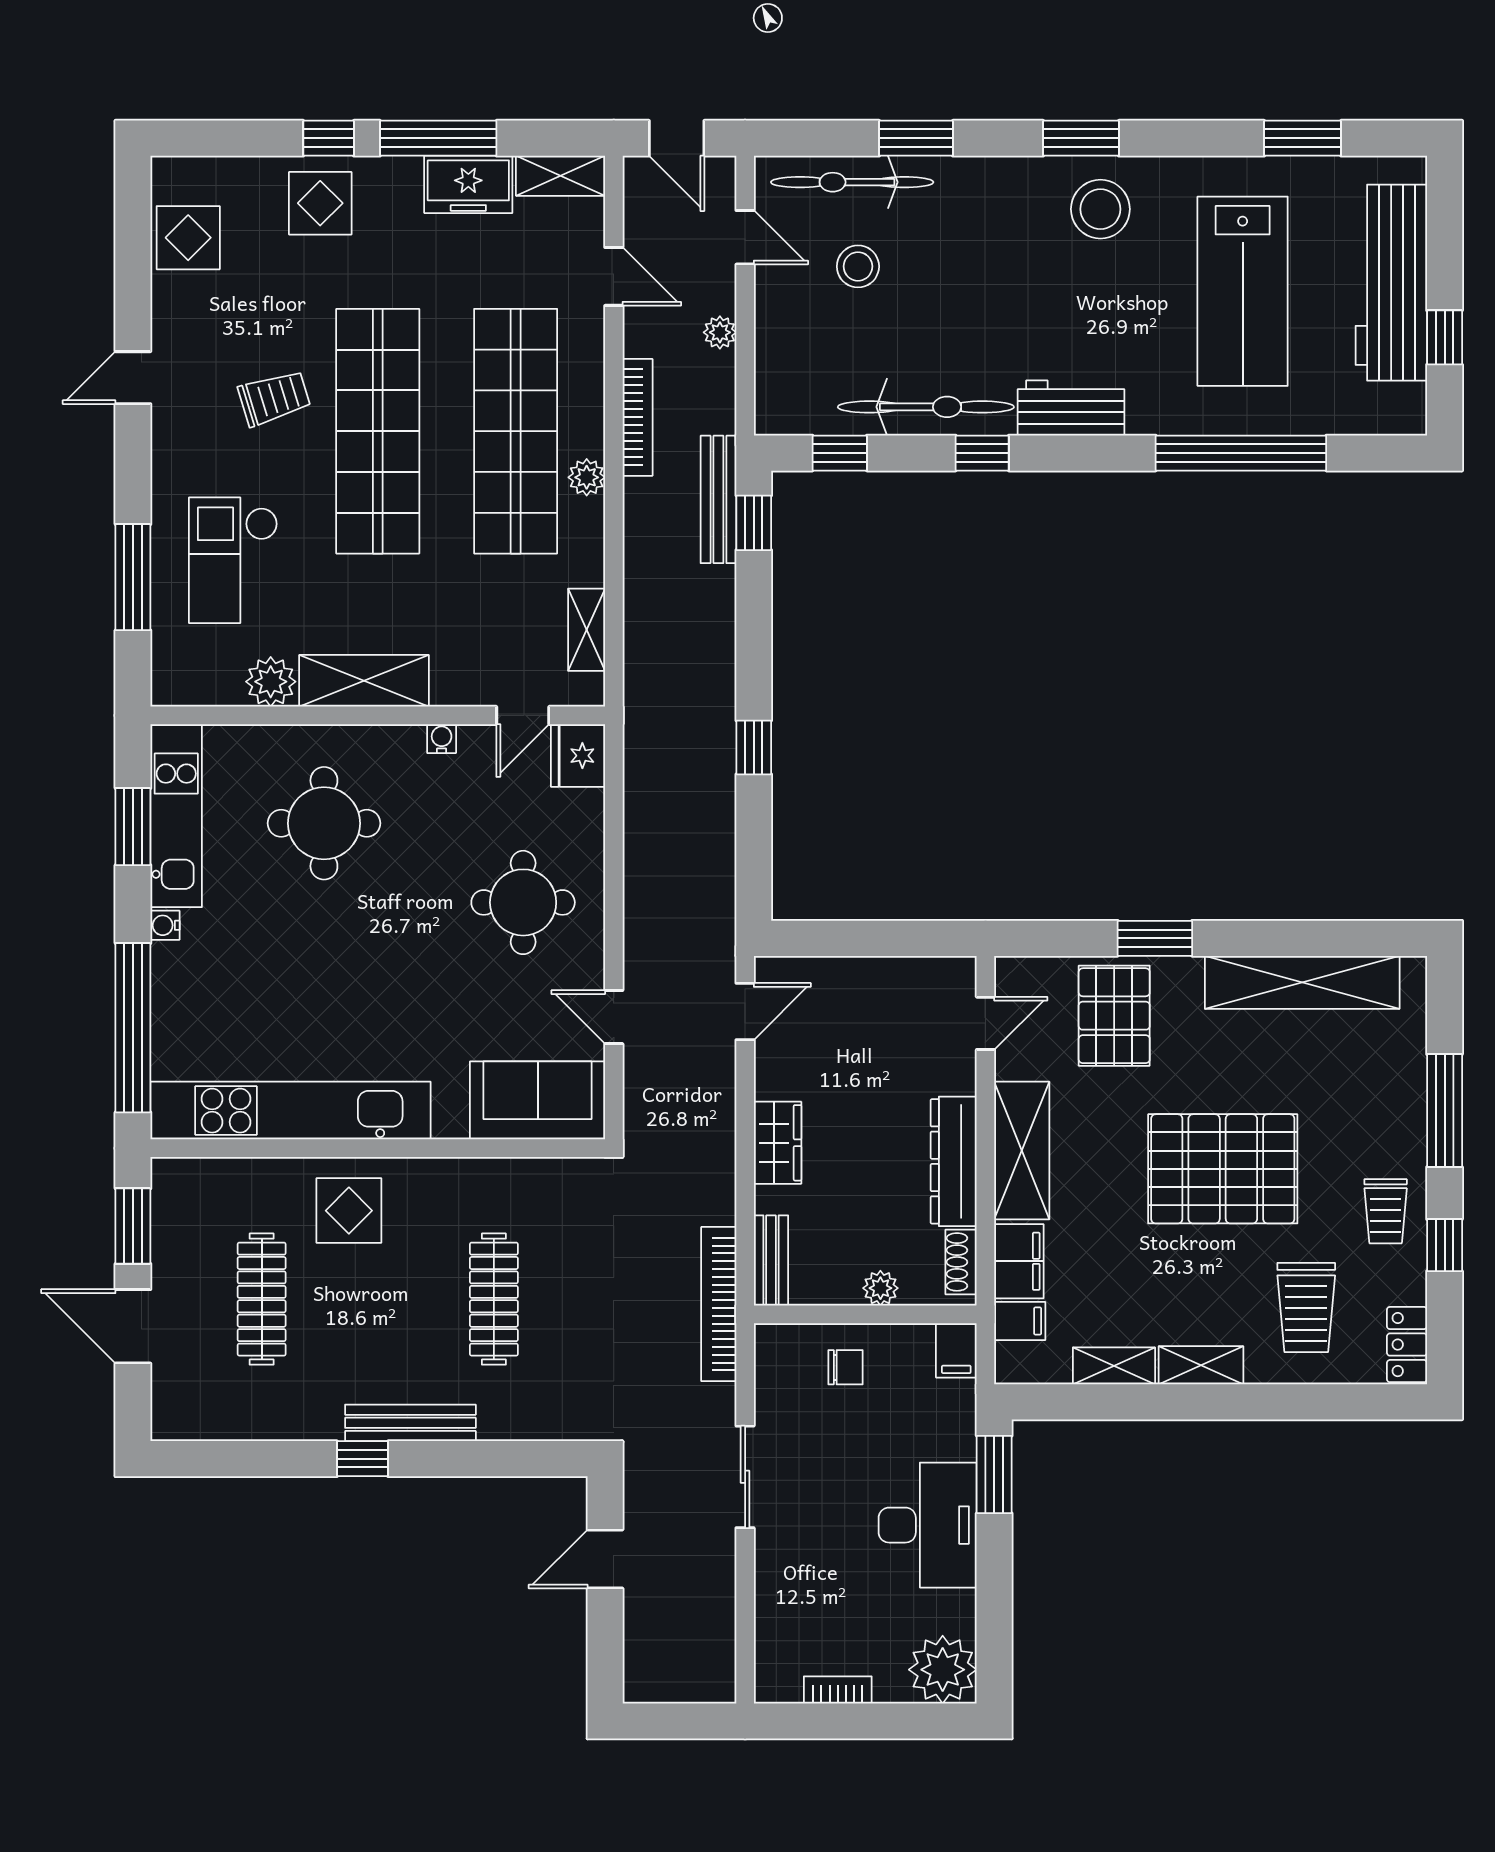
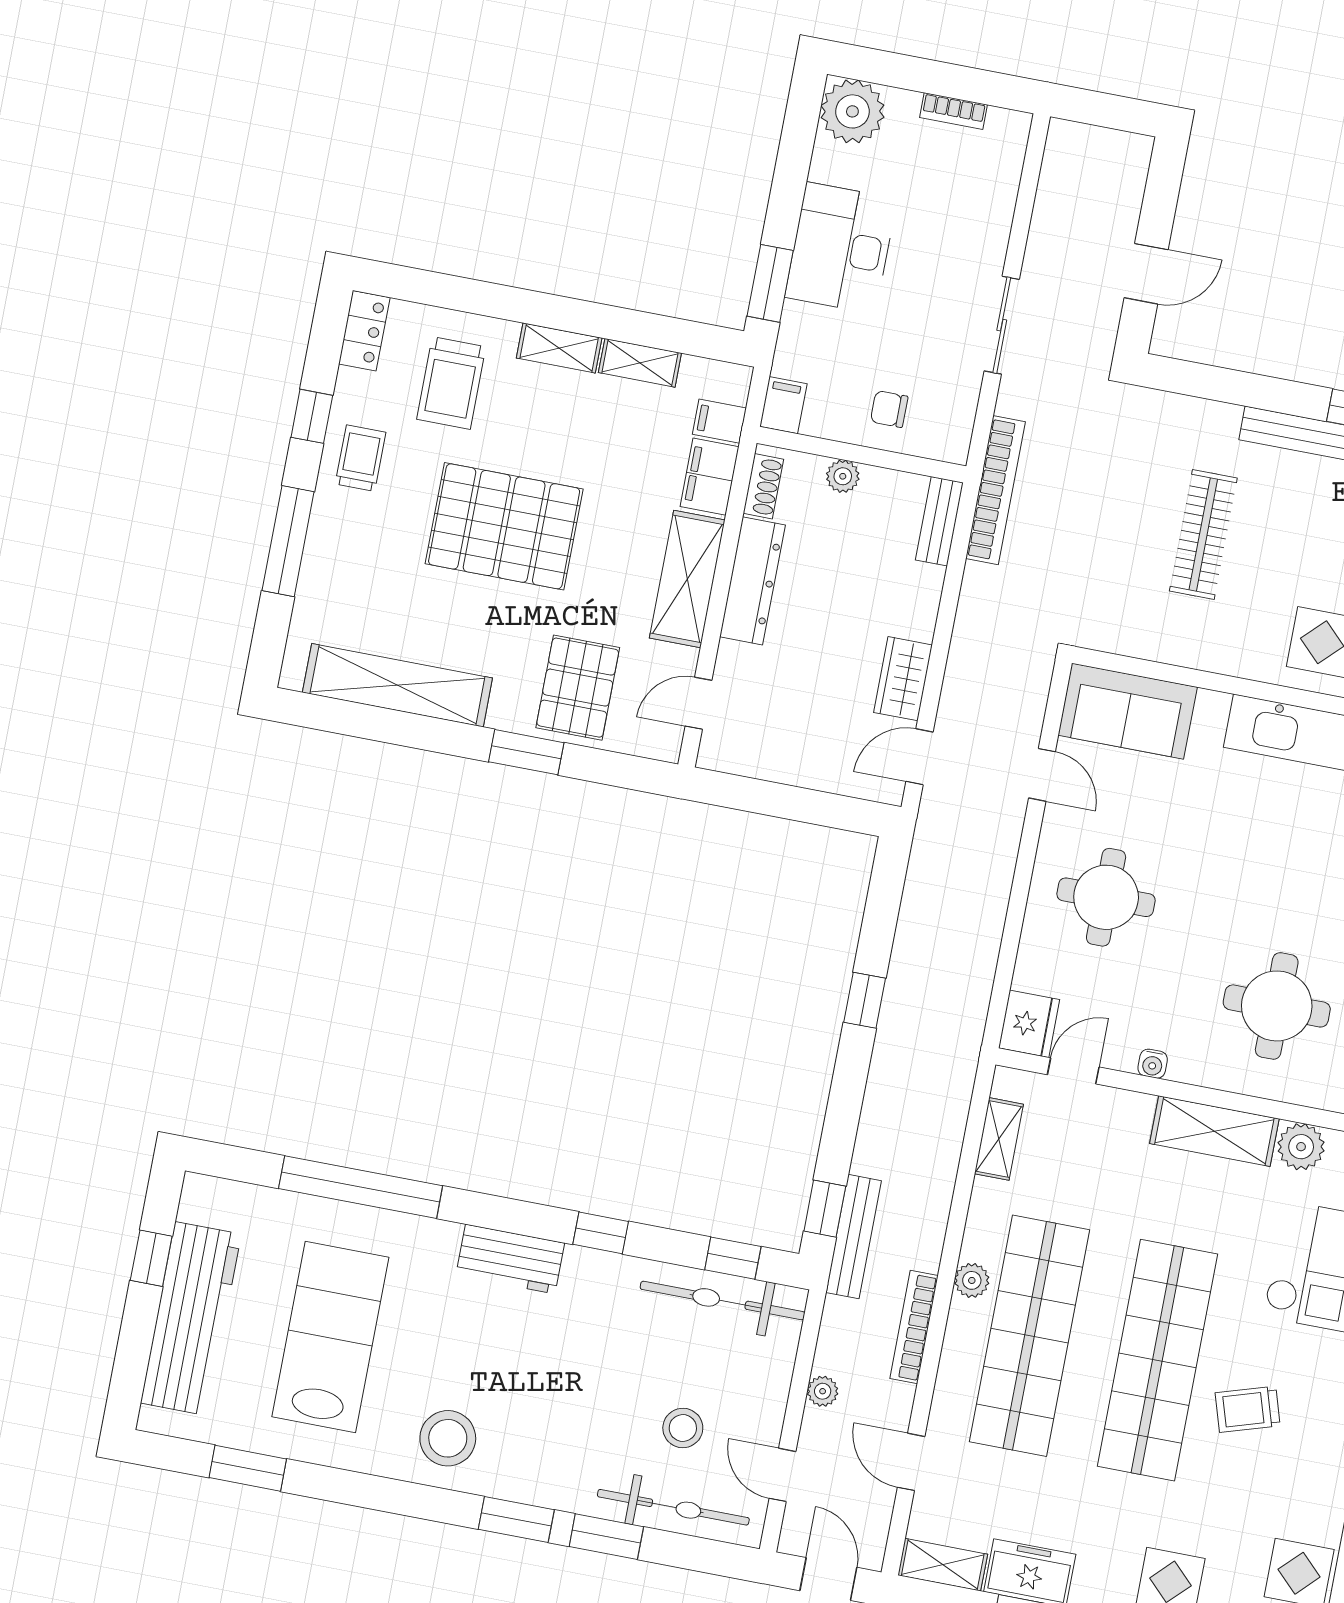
window: (1081, 138) -> (516, 1519), moved
bicycle: (926, 407) -> (722, 1301), moved
wardrobe: (778, 1143) -> (903, 679), moved
trolley: (1306, 1307) -> (451, 383), turned 180

